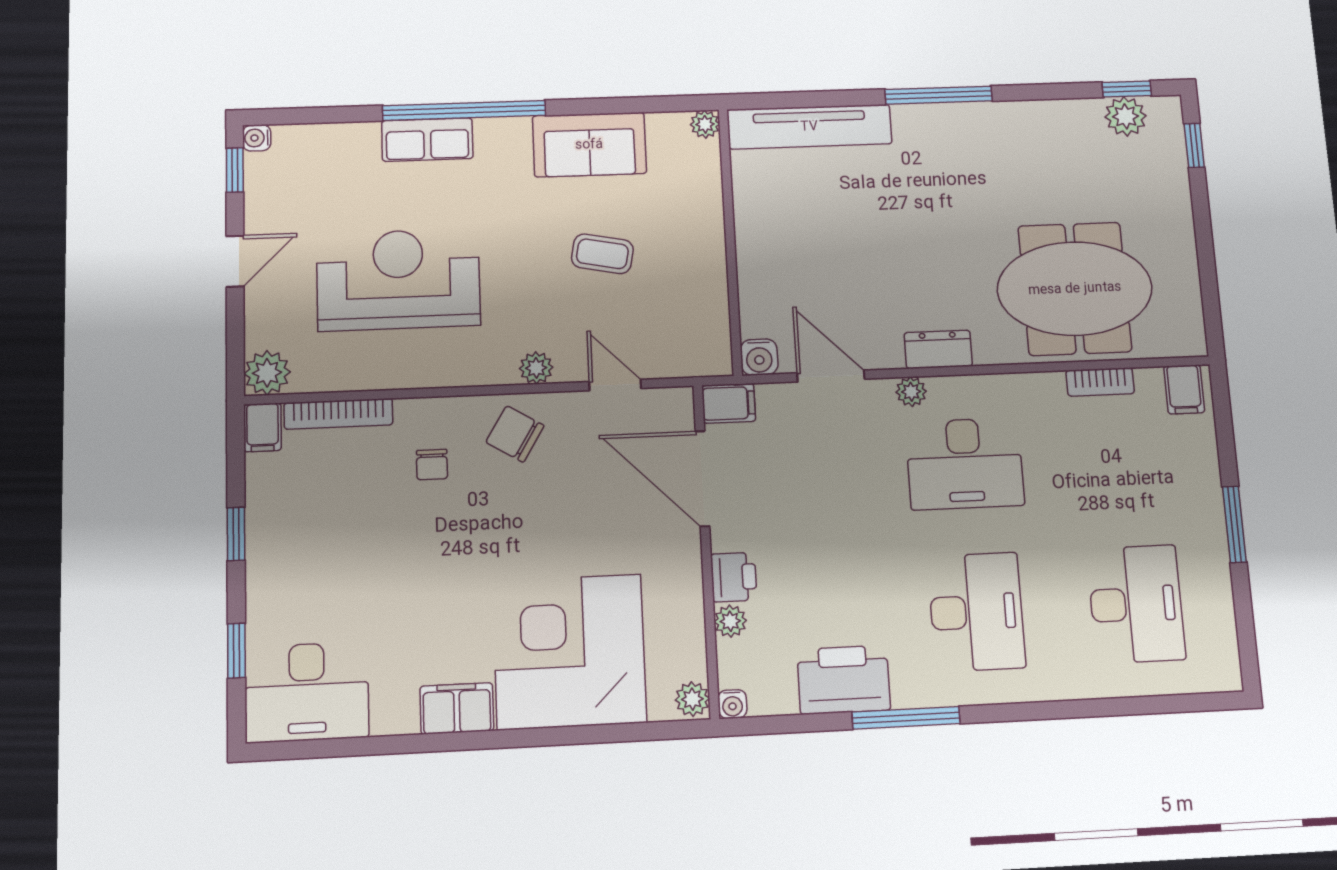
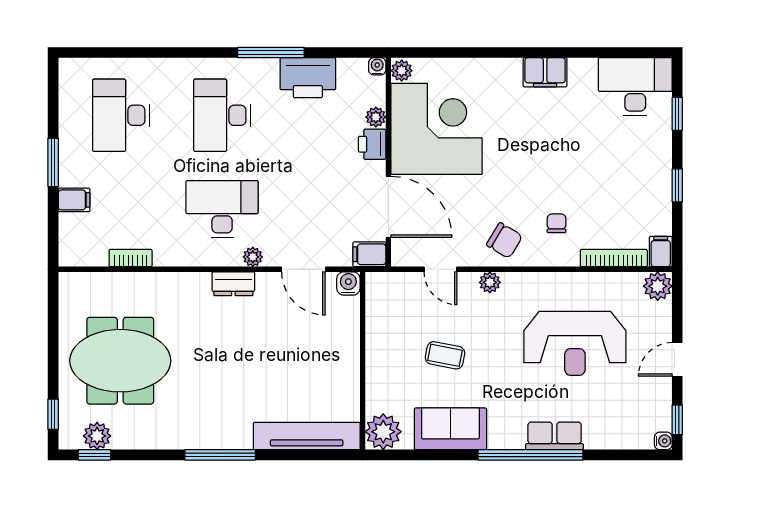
plant: (705, 124) -> (383, 432), width x1.88, depth x1.88
meeting table: (1075, 289) -> (120, 361), moved
filing cabinet: (1184, 389) -> (74, 200), moved, turned 90
corner desk: (569, 652) -> (437, 129), moved, turned -90

